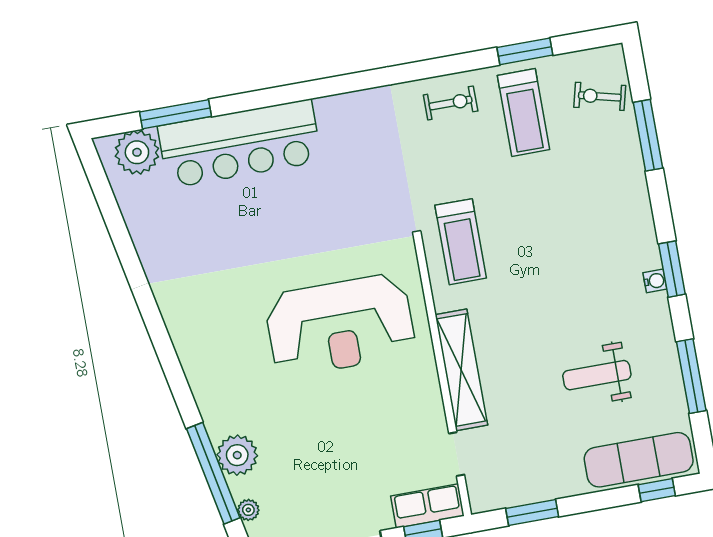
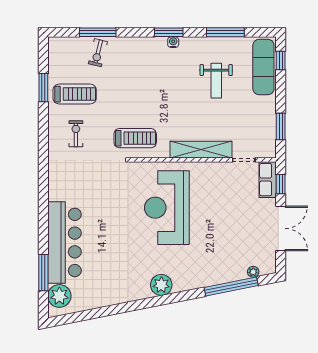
exercise bike: (600, 96) -> (98, 53), moved
exercise bike: (451, 103) -> (76, 134), moved
reception desk: (340, 325) -> (167, 208), turned 180
plant: (237, 455) -> (161, 285), moved

